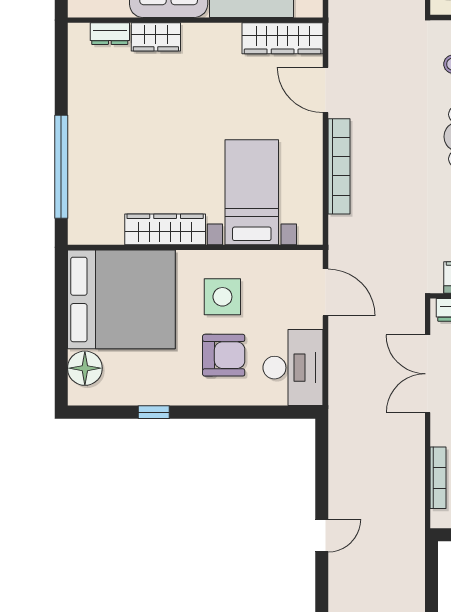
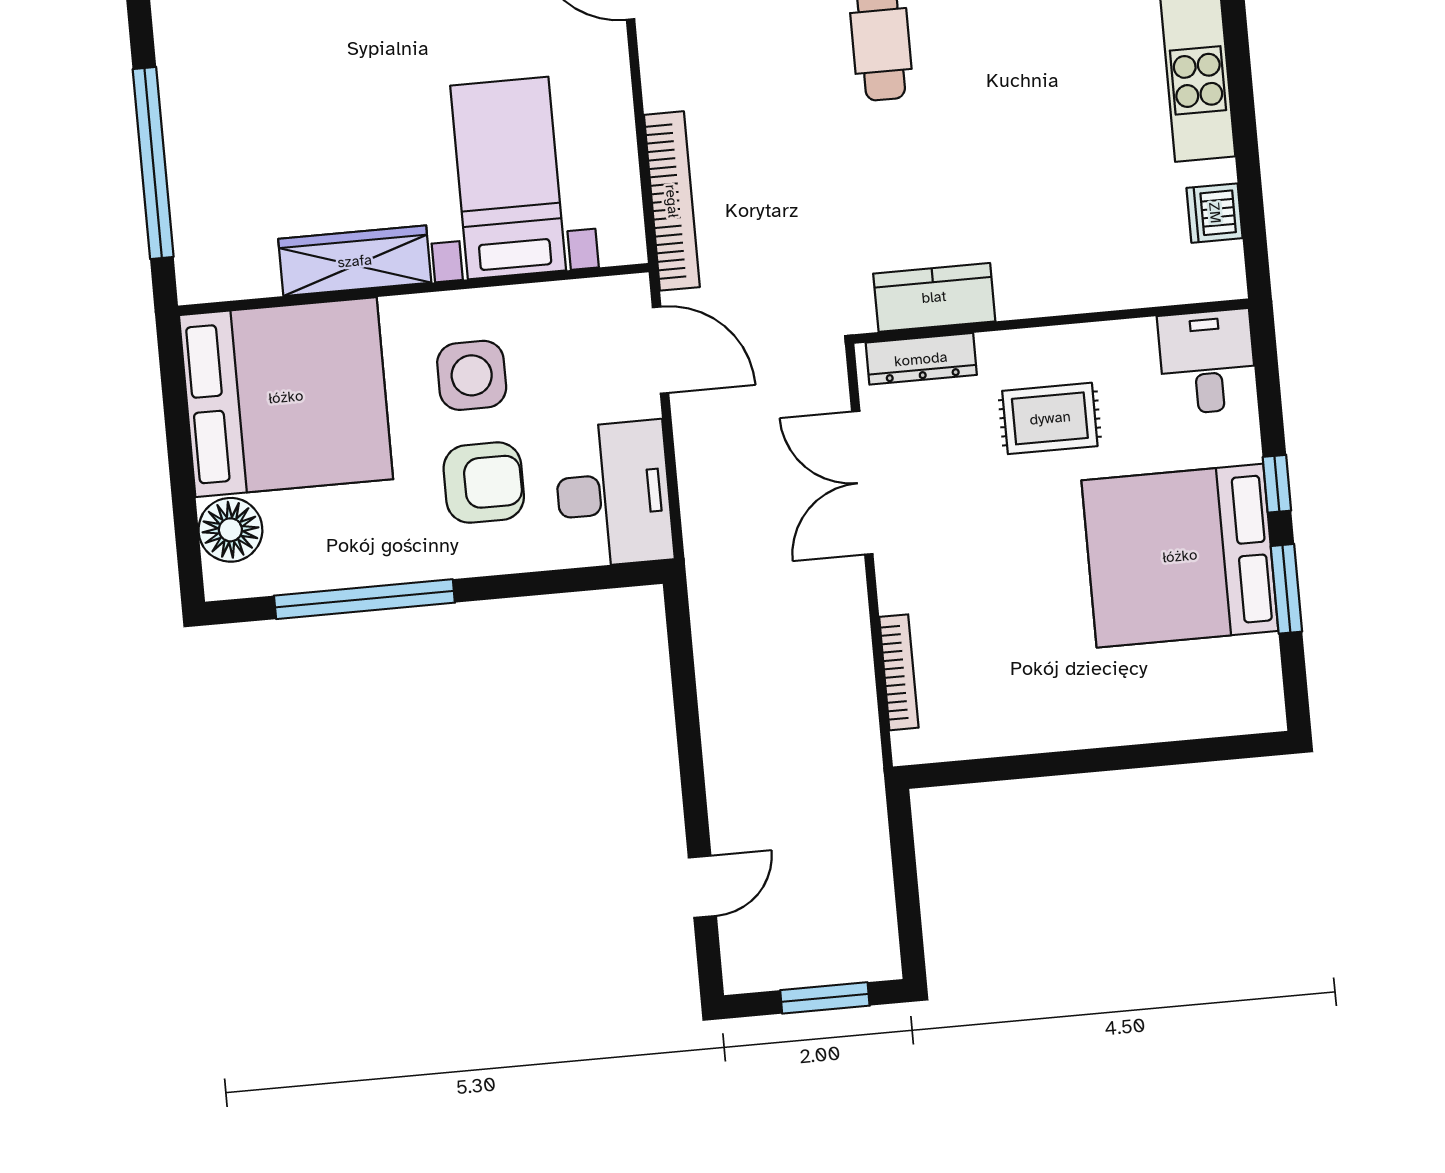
bookcase: (339, 166) -> (672, 201), moved
window: (154, 412) -> (364, 599), width x3.17
door: (322, 536) -> (702, 887), moved

